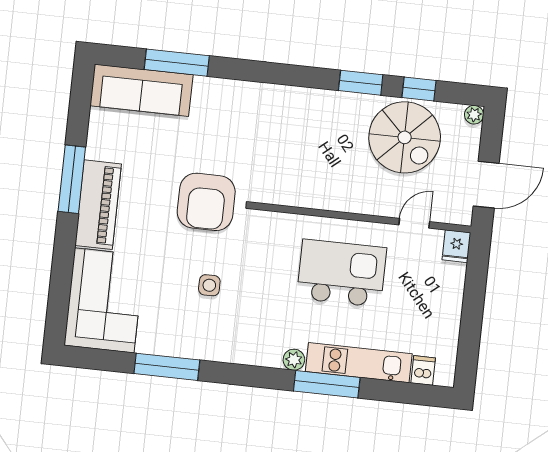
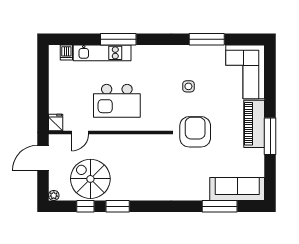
plant: (294, 360) -> (138, 51), removed

